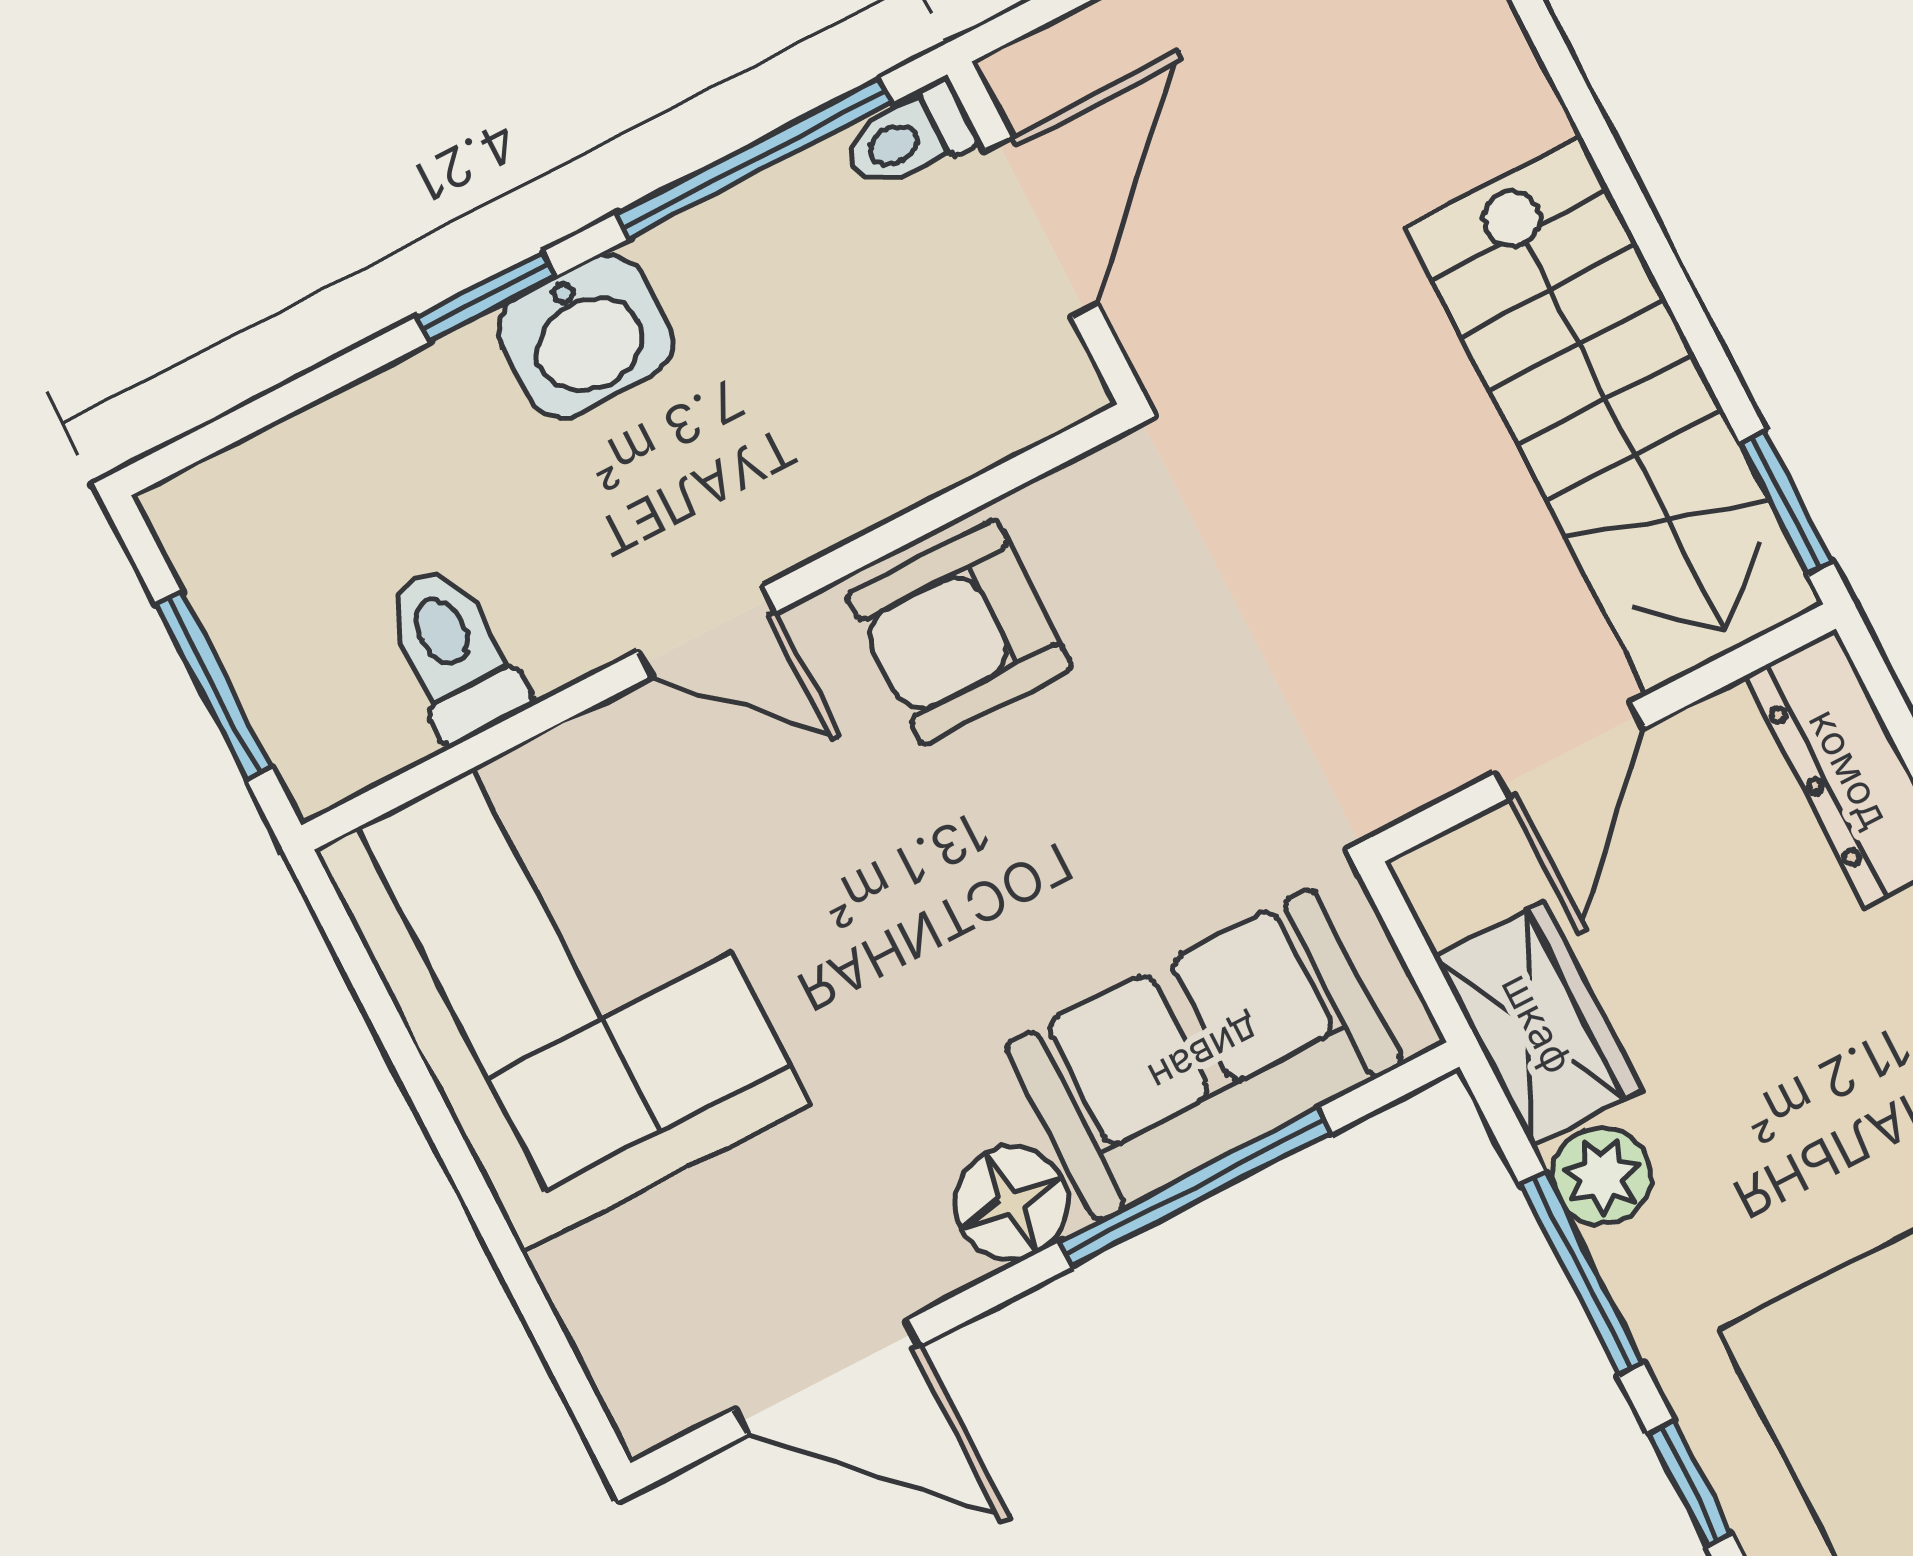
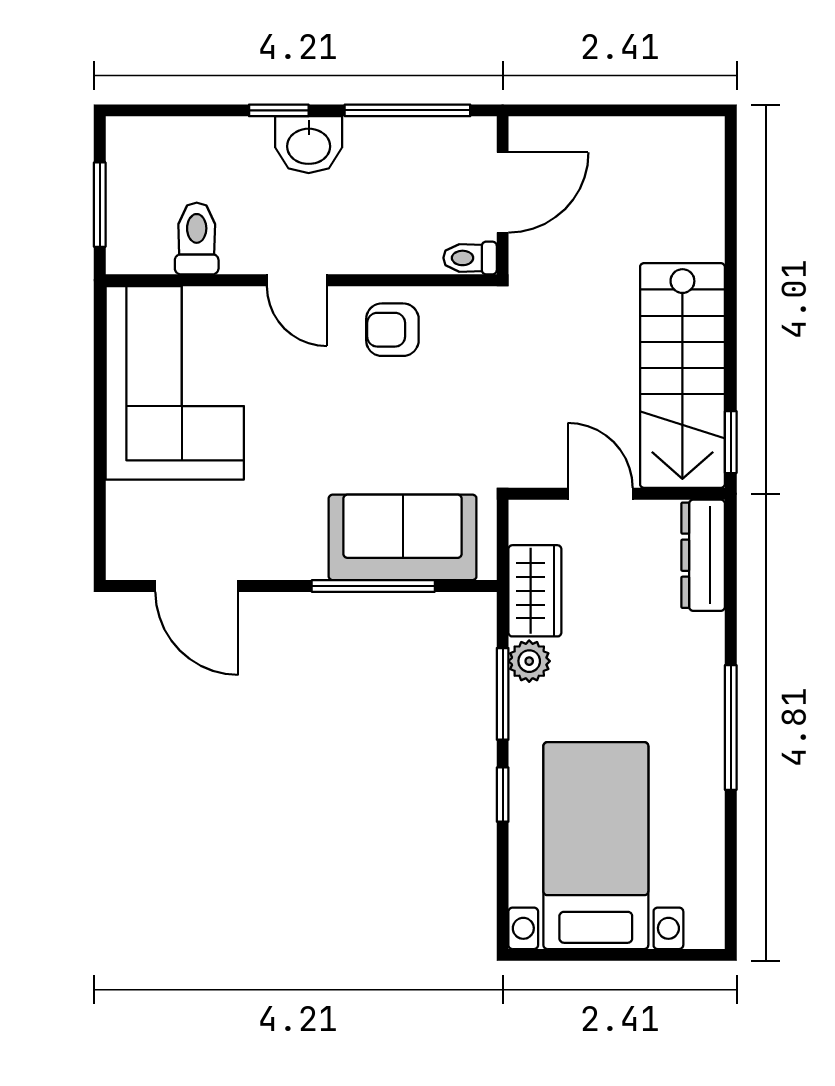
toilet: (909, 137) -> (470, 258), moved
armchair: (959, 632) -> (392, 330), width x0.72, depth x0.72
door: (1569, 751) -> (600, 494), swing flipped
floor lamp: (1012, 1203) -> (301, 556), removed

